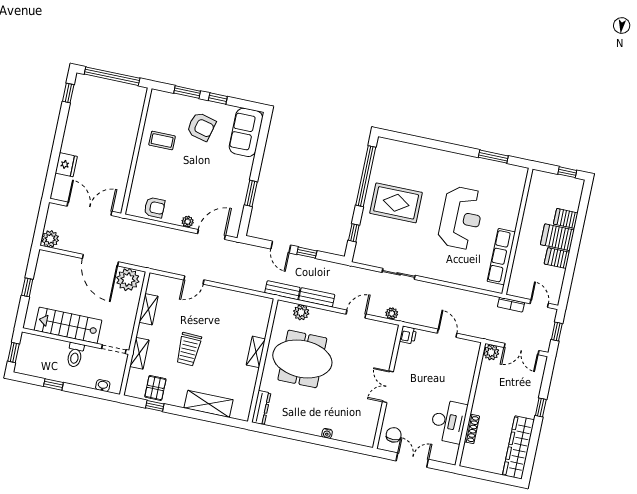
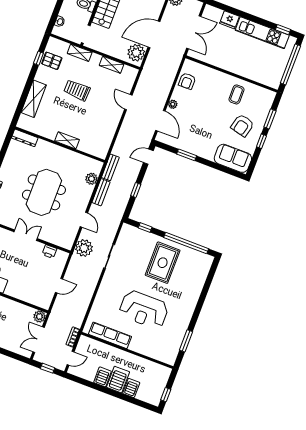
kitchen unit: (76, 119) -> (262, 33), added
door: (281, 247) -> (148, 157), moved
plant: (392, 314) -> (84, 248), width x1.87, depth x1.87
printer: (408, 335) -> (49, 252), moved
meeting table: (302, 359) -> (44, 192), moved

